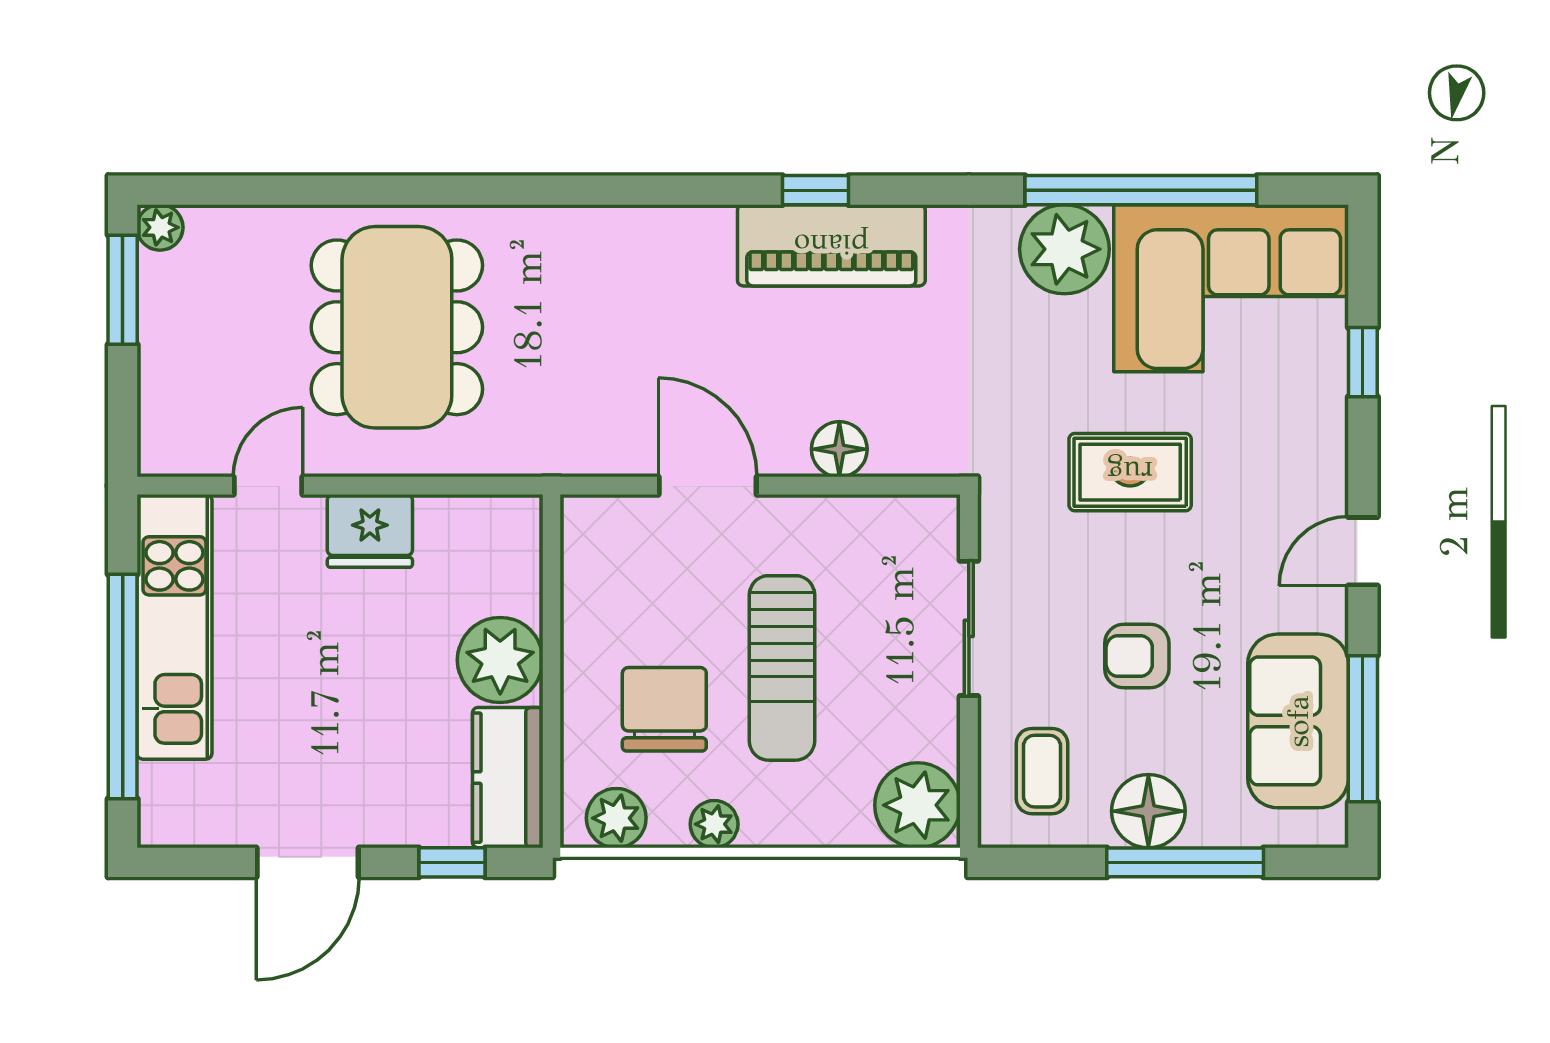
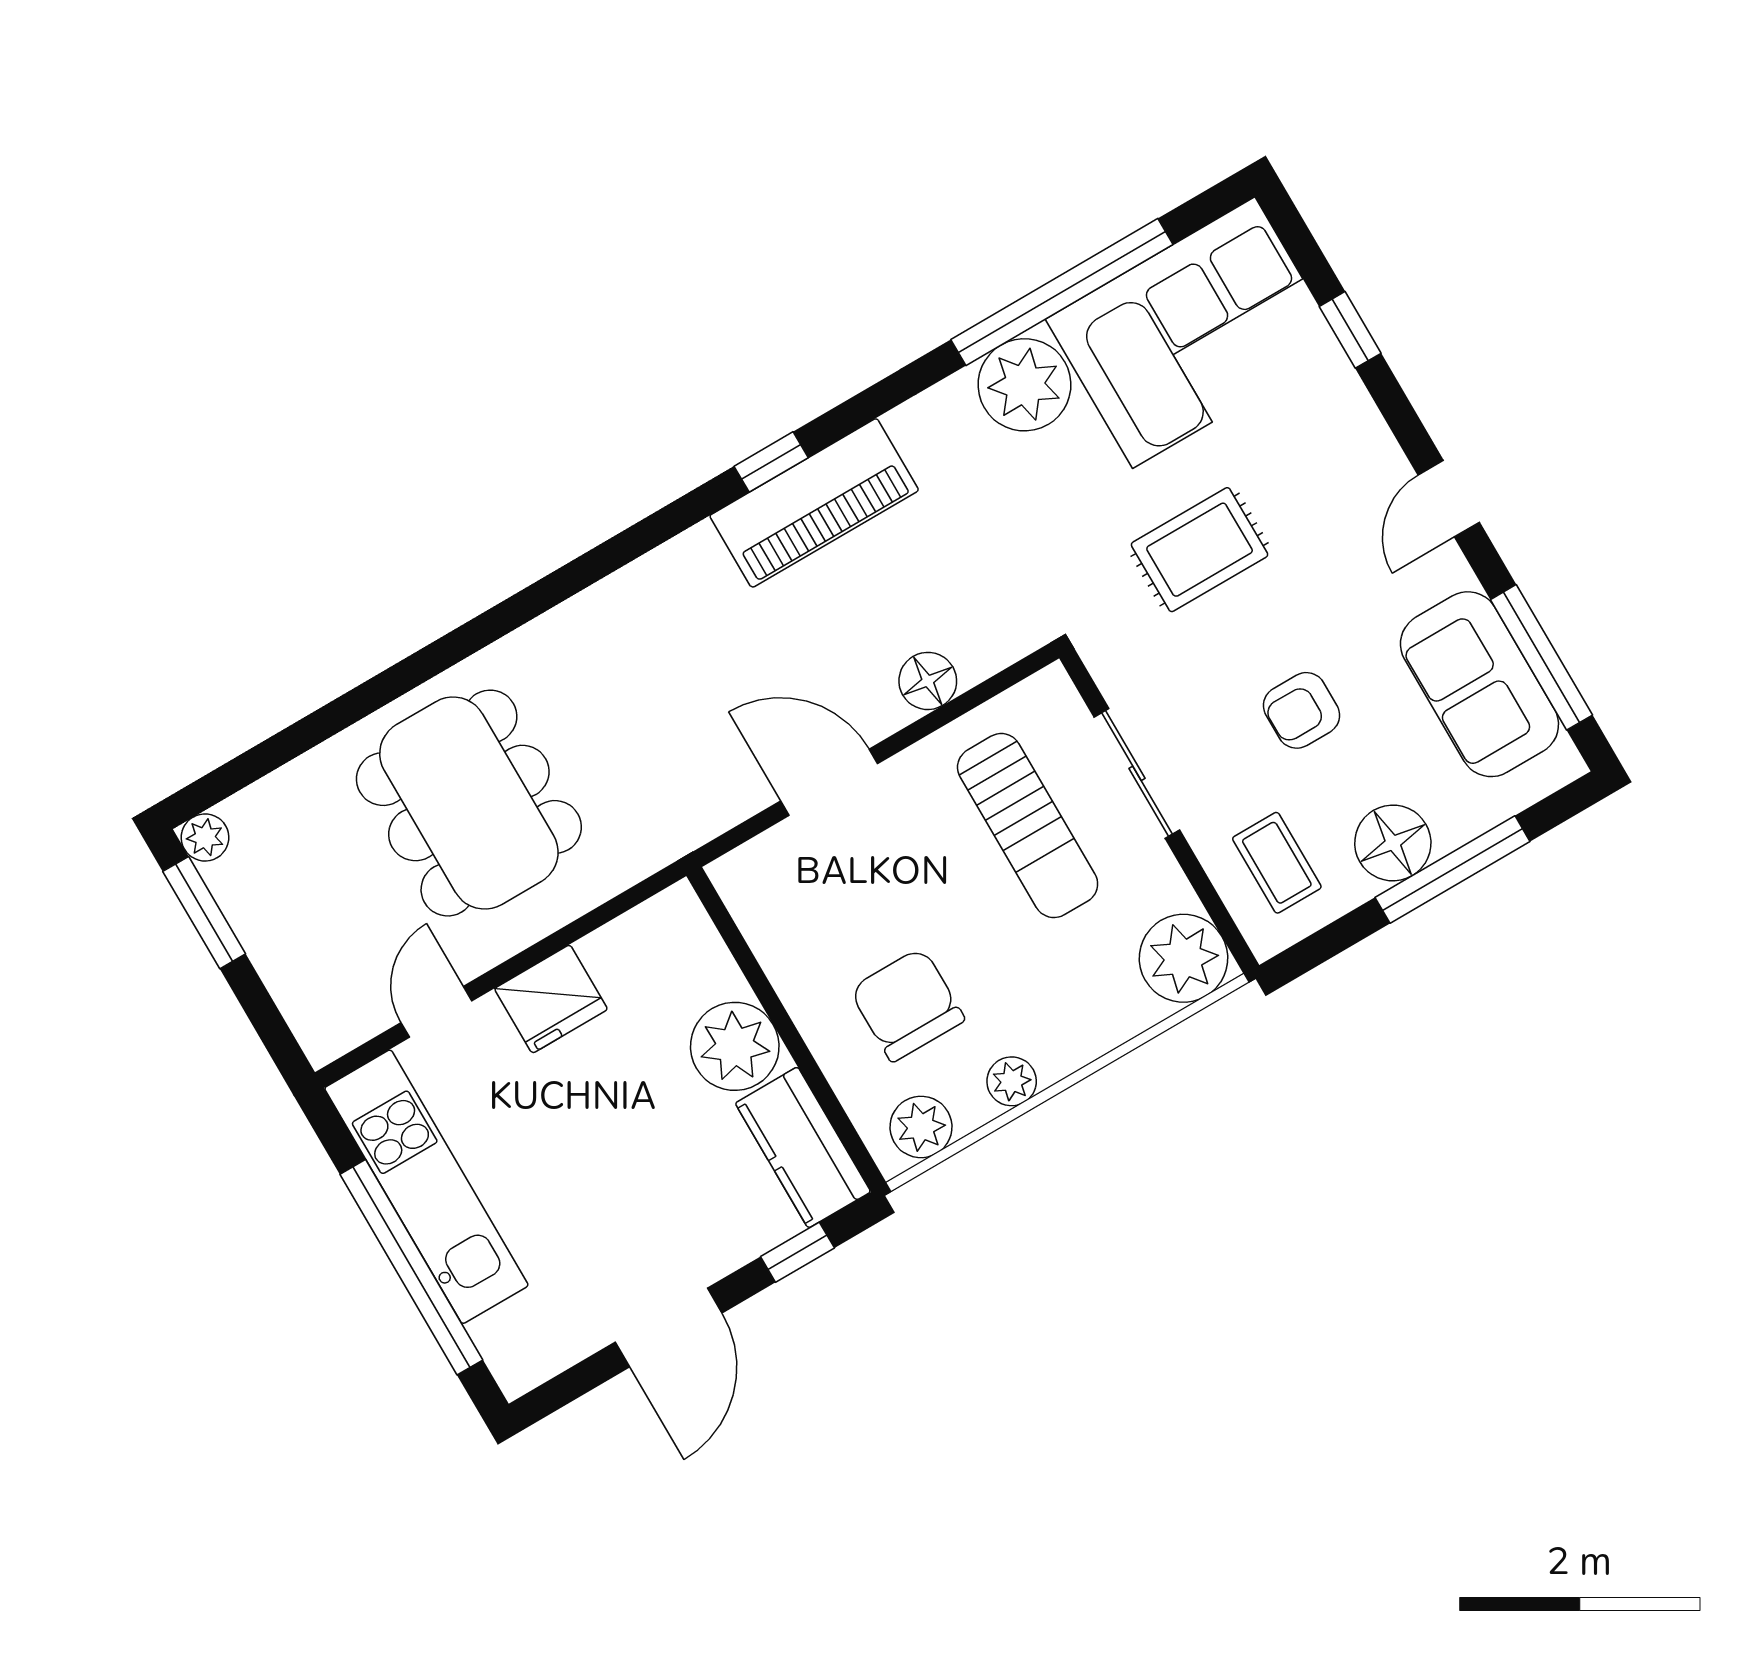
sun lounger: (782, 668) -> (1028, 826), moved

